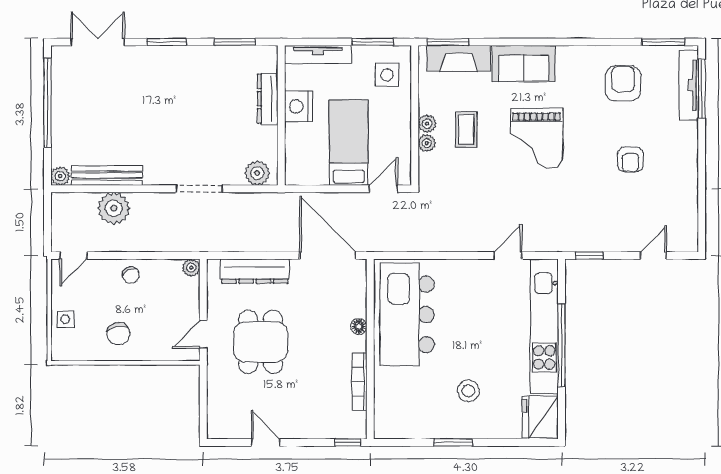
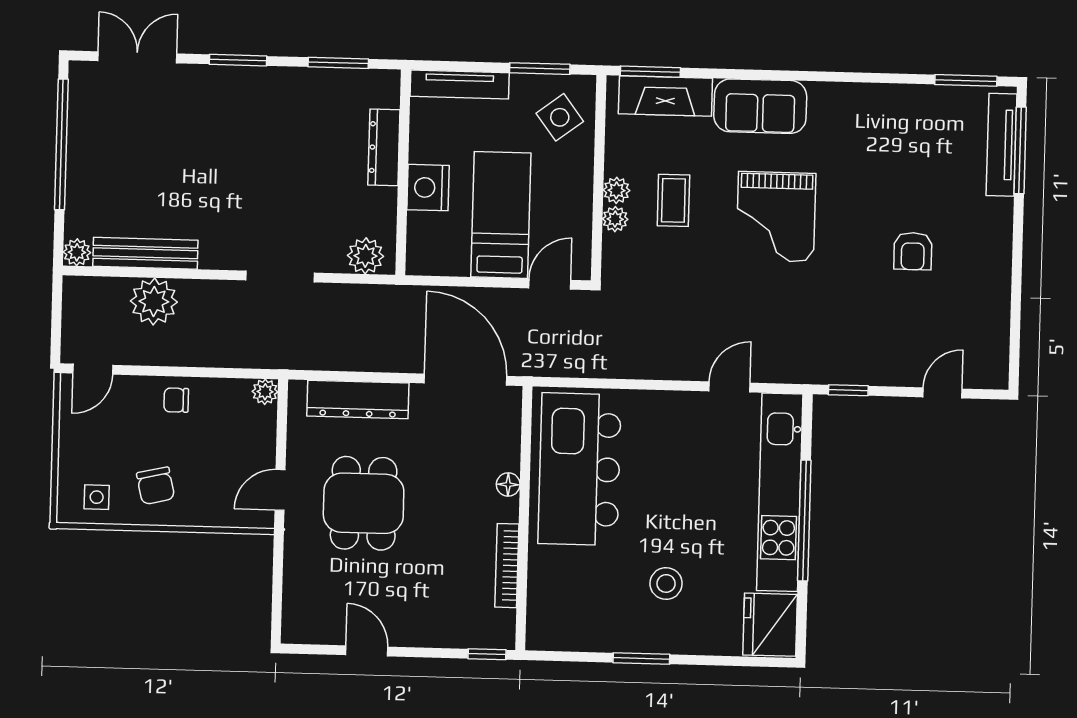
side table: (387, 75) -> (560, 117), turned -37
armchair: (623, 83) -> (905, 139), removed
nightstand: (298, 106) -> (428, 188), moved
chair: (131, 275) -> (176, 400), turned 116
side table: (65, 319) -> (97, 497), moved

